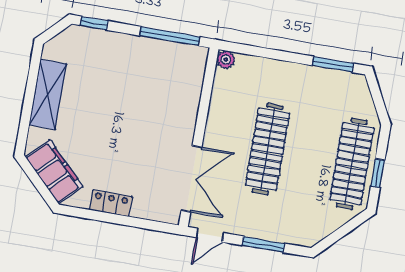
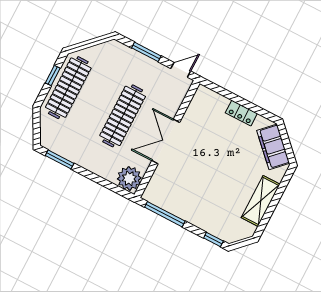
plant: (226, 60) -> (129, 178), width x1.88, depth x1.88
double door: (191, 179) -> (166, 141), moved

